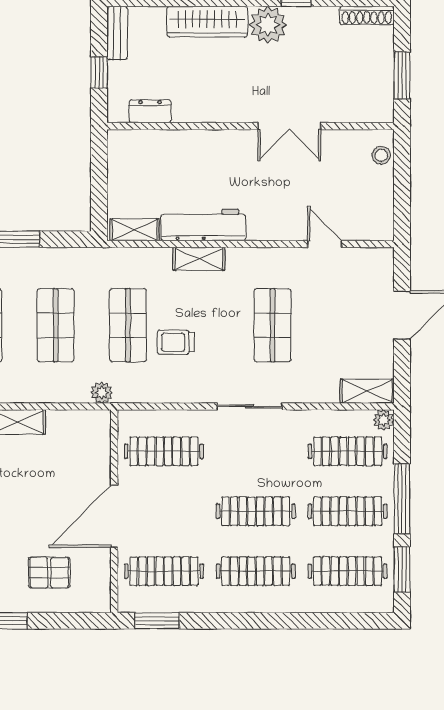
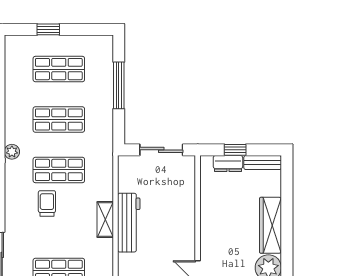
dresser: (150, 111) -> (228, 164), moved, turned 90
sliding door: (99, 178) -> (161, 150), added
shelving: (135, 230) -> (125, 175), removed

